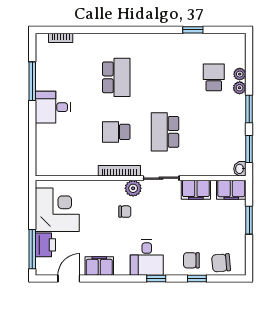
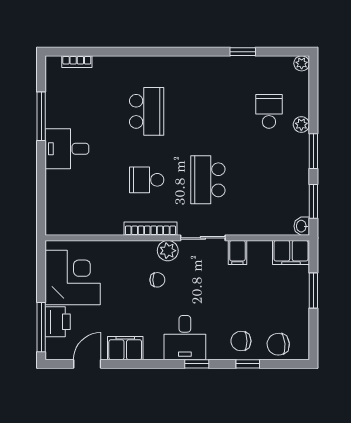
plant: (240, 74) -> (302, 63), moved
filing cabinet: (196, 190) -> (237, 252), width x0.50

